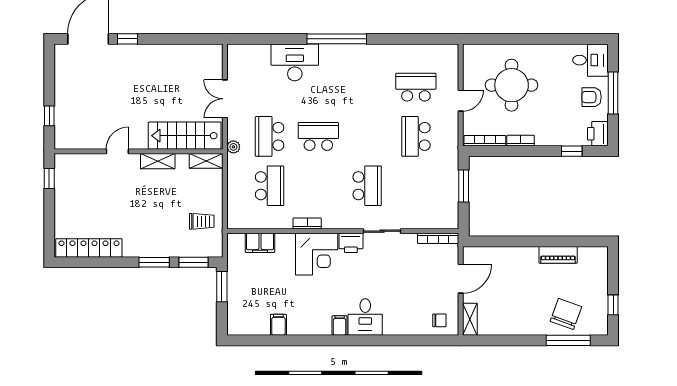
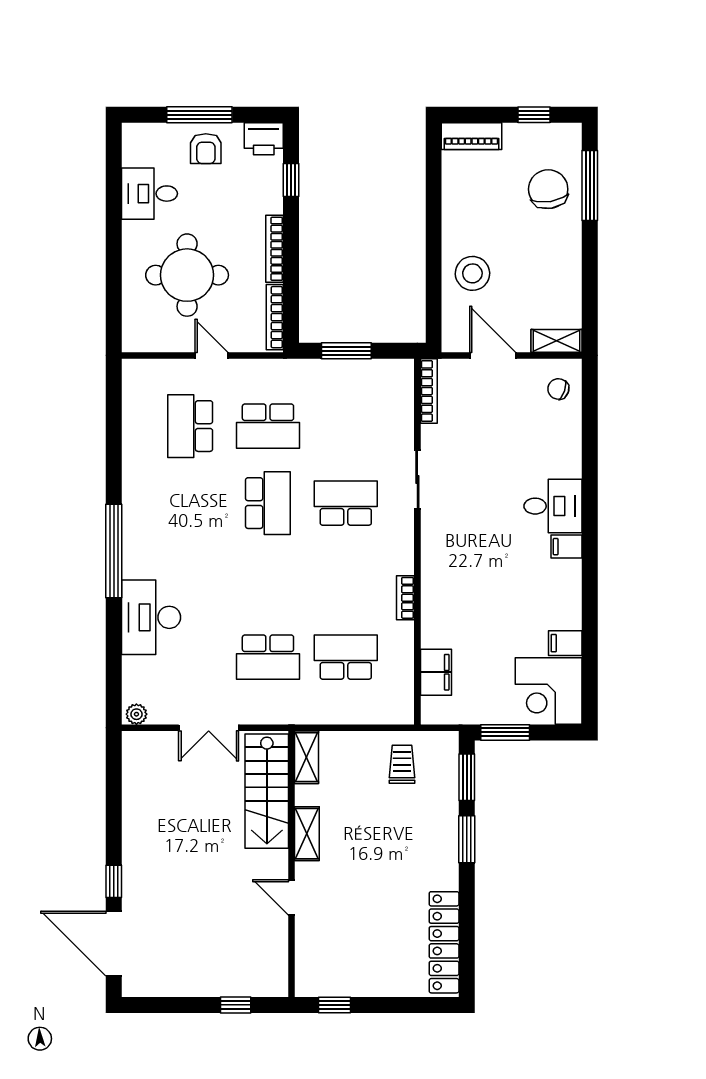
desk: (590, 60) -> (150, 194), moved, turned -90
school desk: (318, 136) -> (268, 503), moved, turned 180
bookcase: (521, 141) -> (275, 249), width x1.56
plant: (233, 147) -> (136, 714), moved
printer: (351, 243) -> (436, 529), removed
corner desk: (317, 254) -> (549, 691), moved, turned 180
piano: (558, 255) -> (471, 136), moved, turned 90
stool: (513, 266) -> (472, 273), added
chair: (566, 314) -> (548, 189), turned 61
chair: (439, 320) -> (558, 389), turned -71

